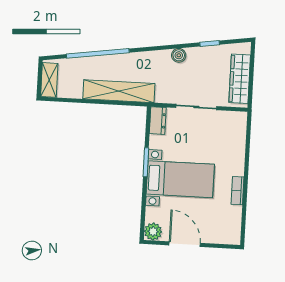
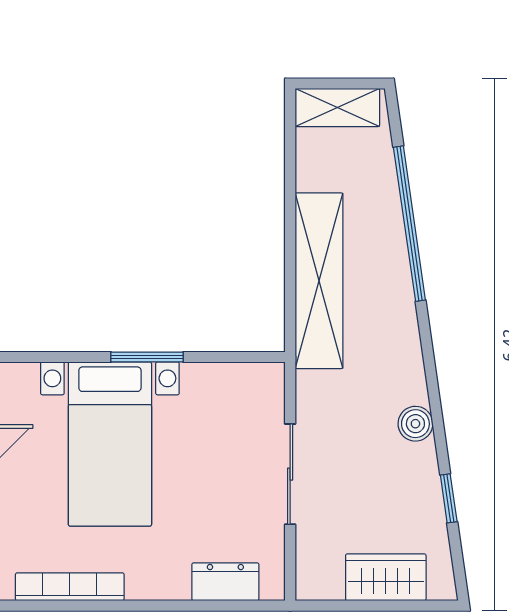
wardrobe: (240, 79) -> (386, 577), width x0.67
dresser: (158, 121) -> (225, 582), moved, turned 180
bookcase: (237, 191) -> (70, 587), width x1.56

